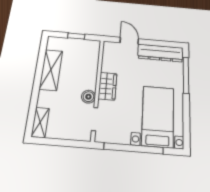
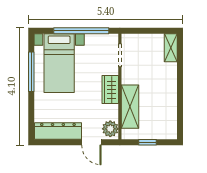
plant: (110, 51) -> (110, 129), added
shelving: (51, 70) -> (130, 107), moved
window: (186, 75) -> (31, 72), moved
boiler: (88, 97) -> (128, 77), removed

